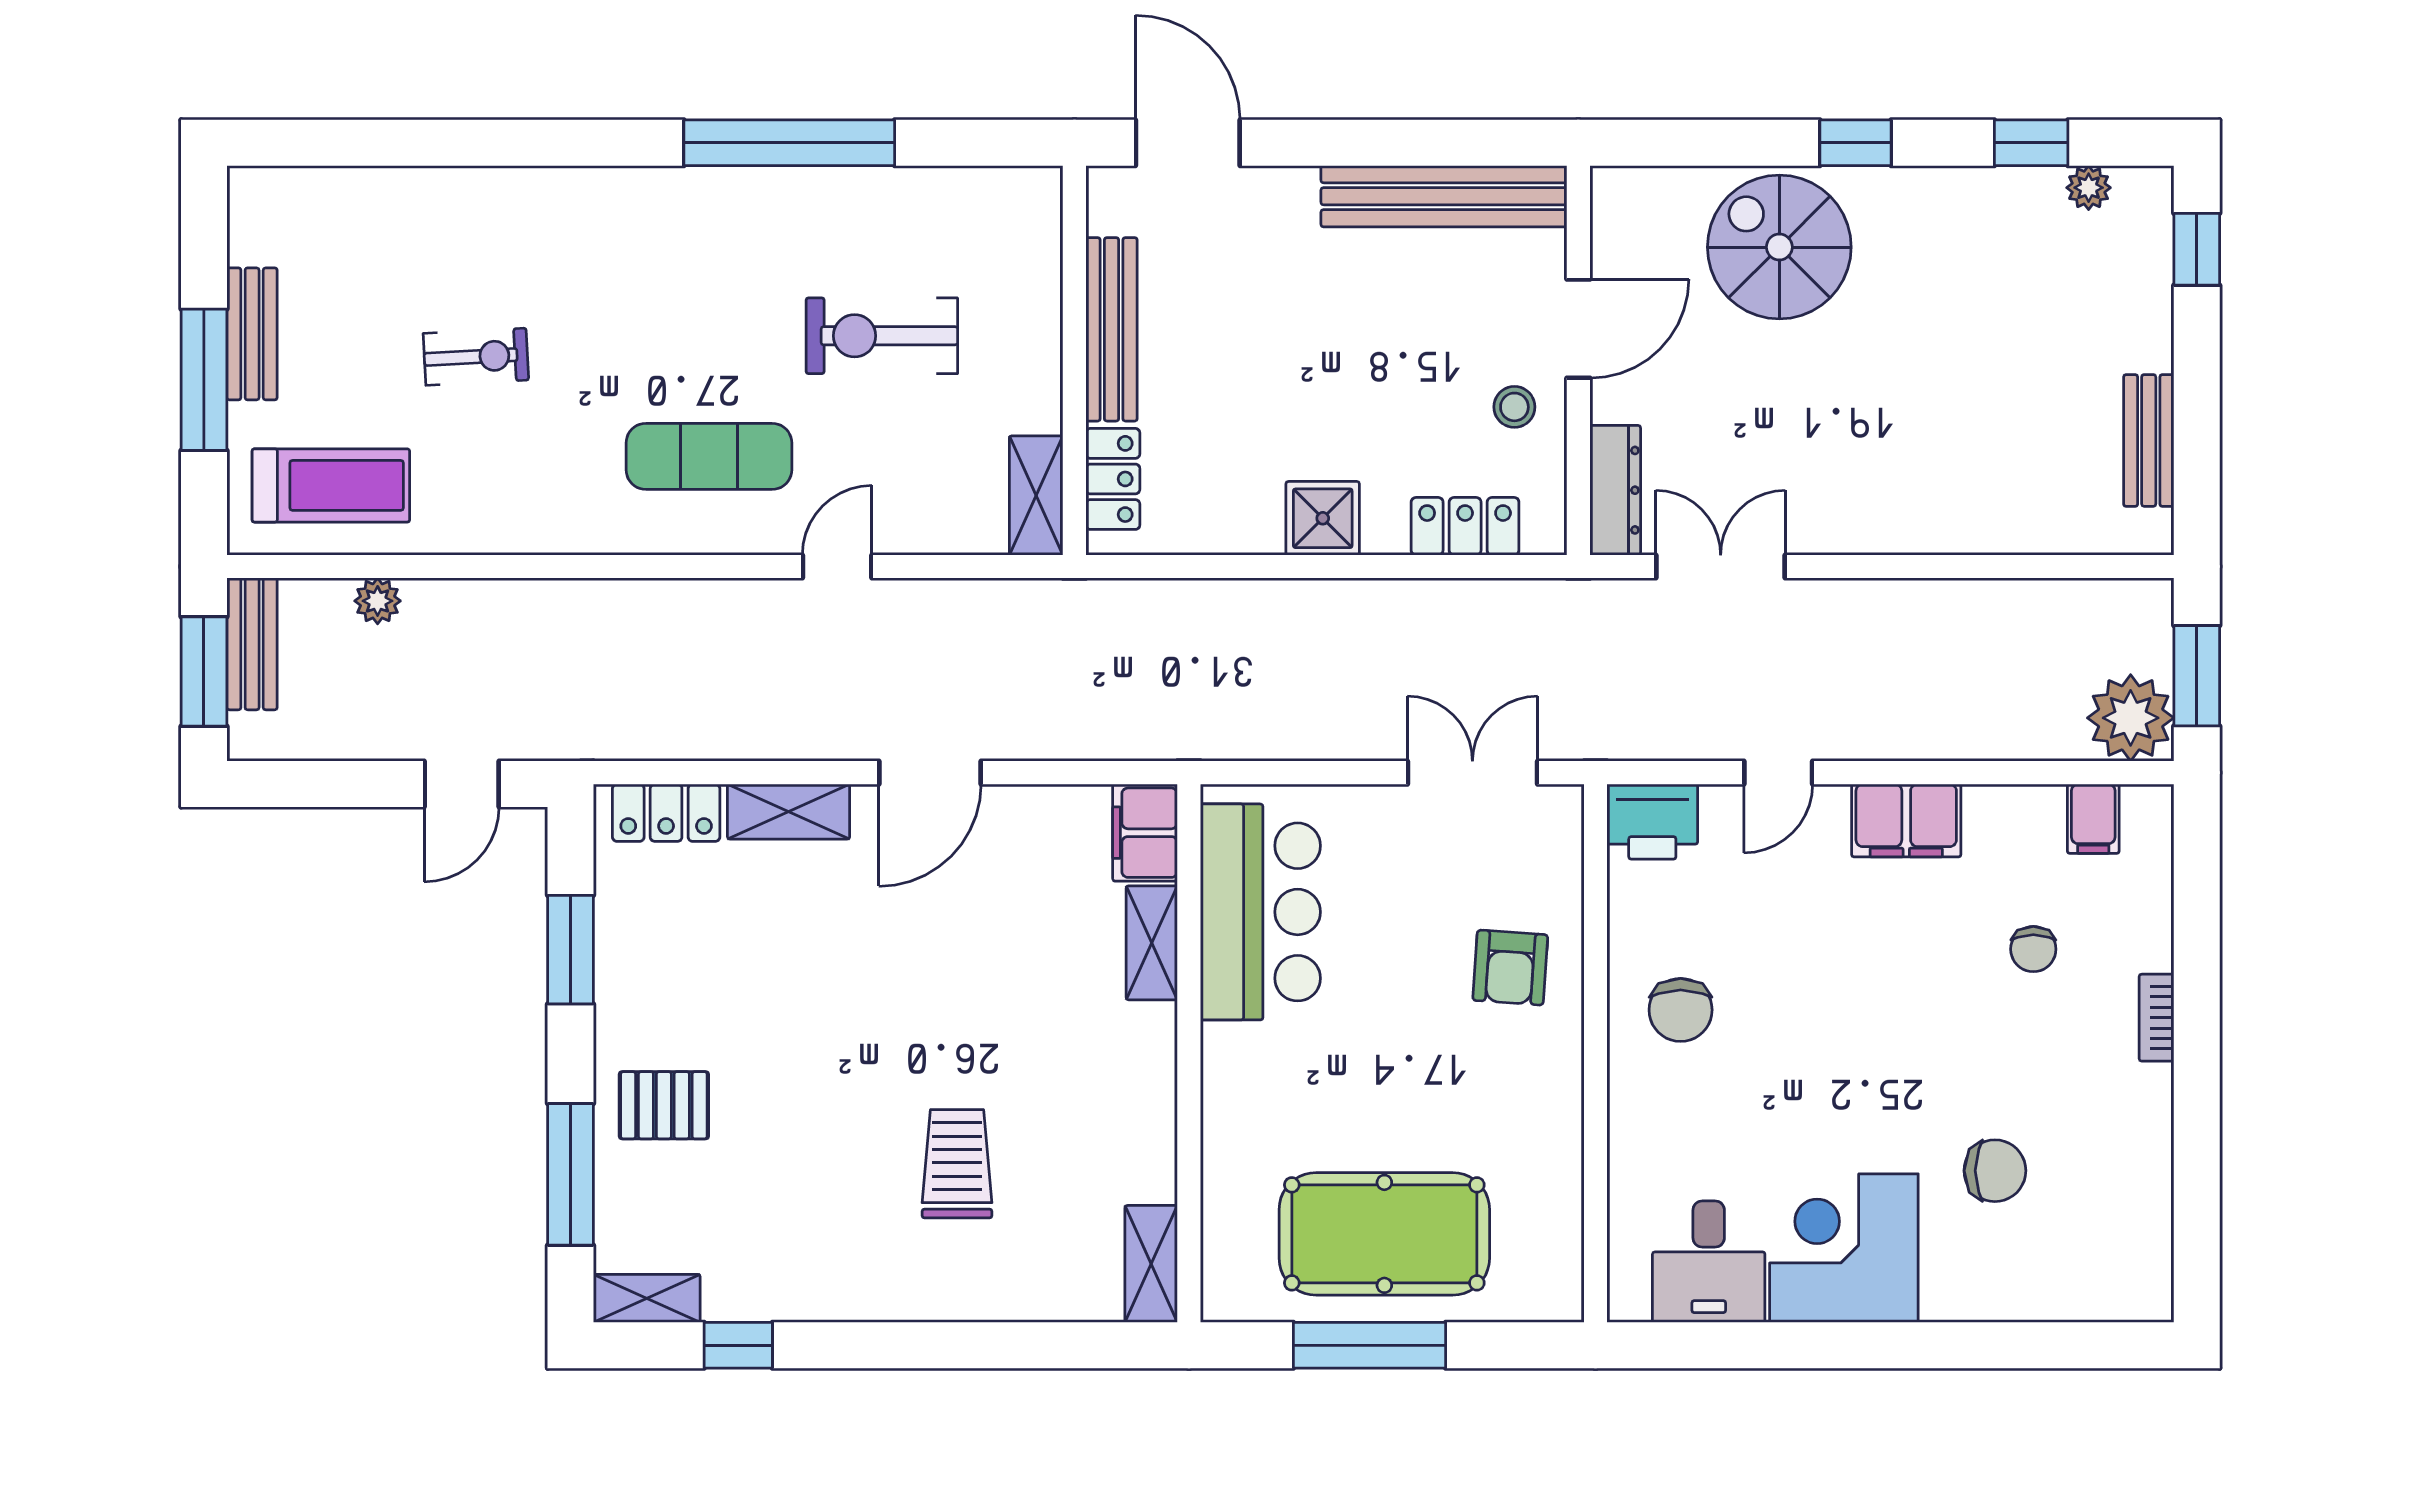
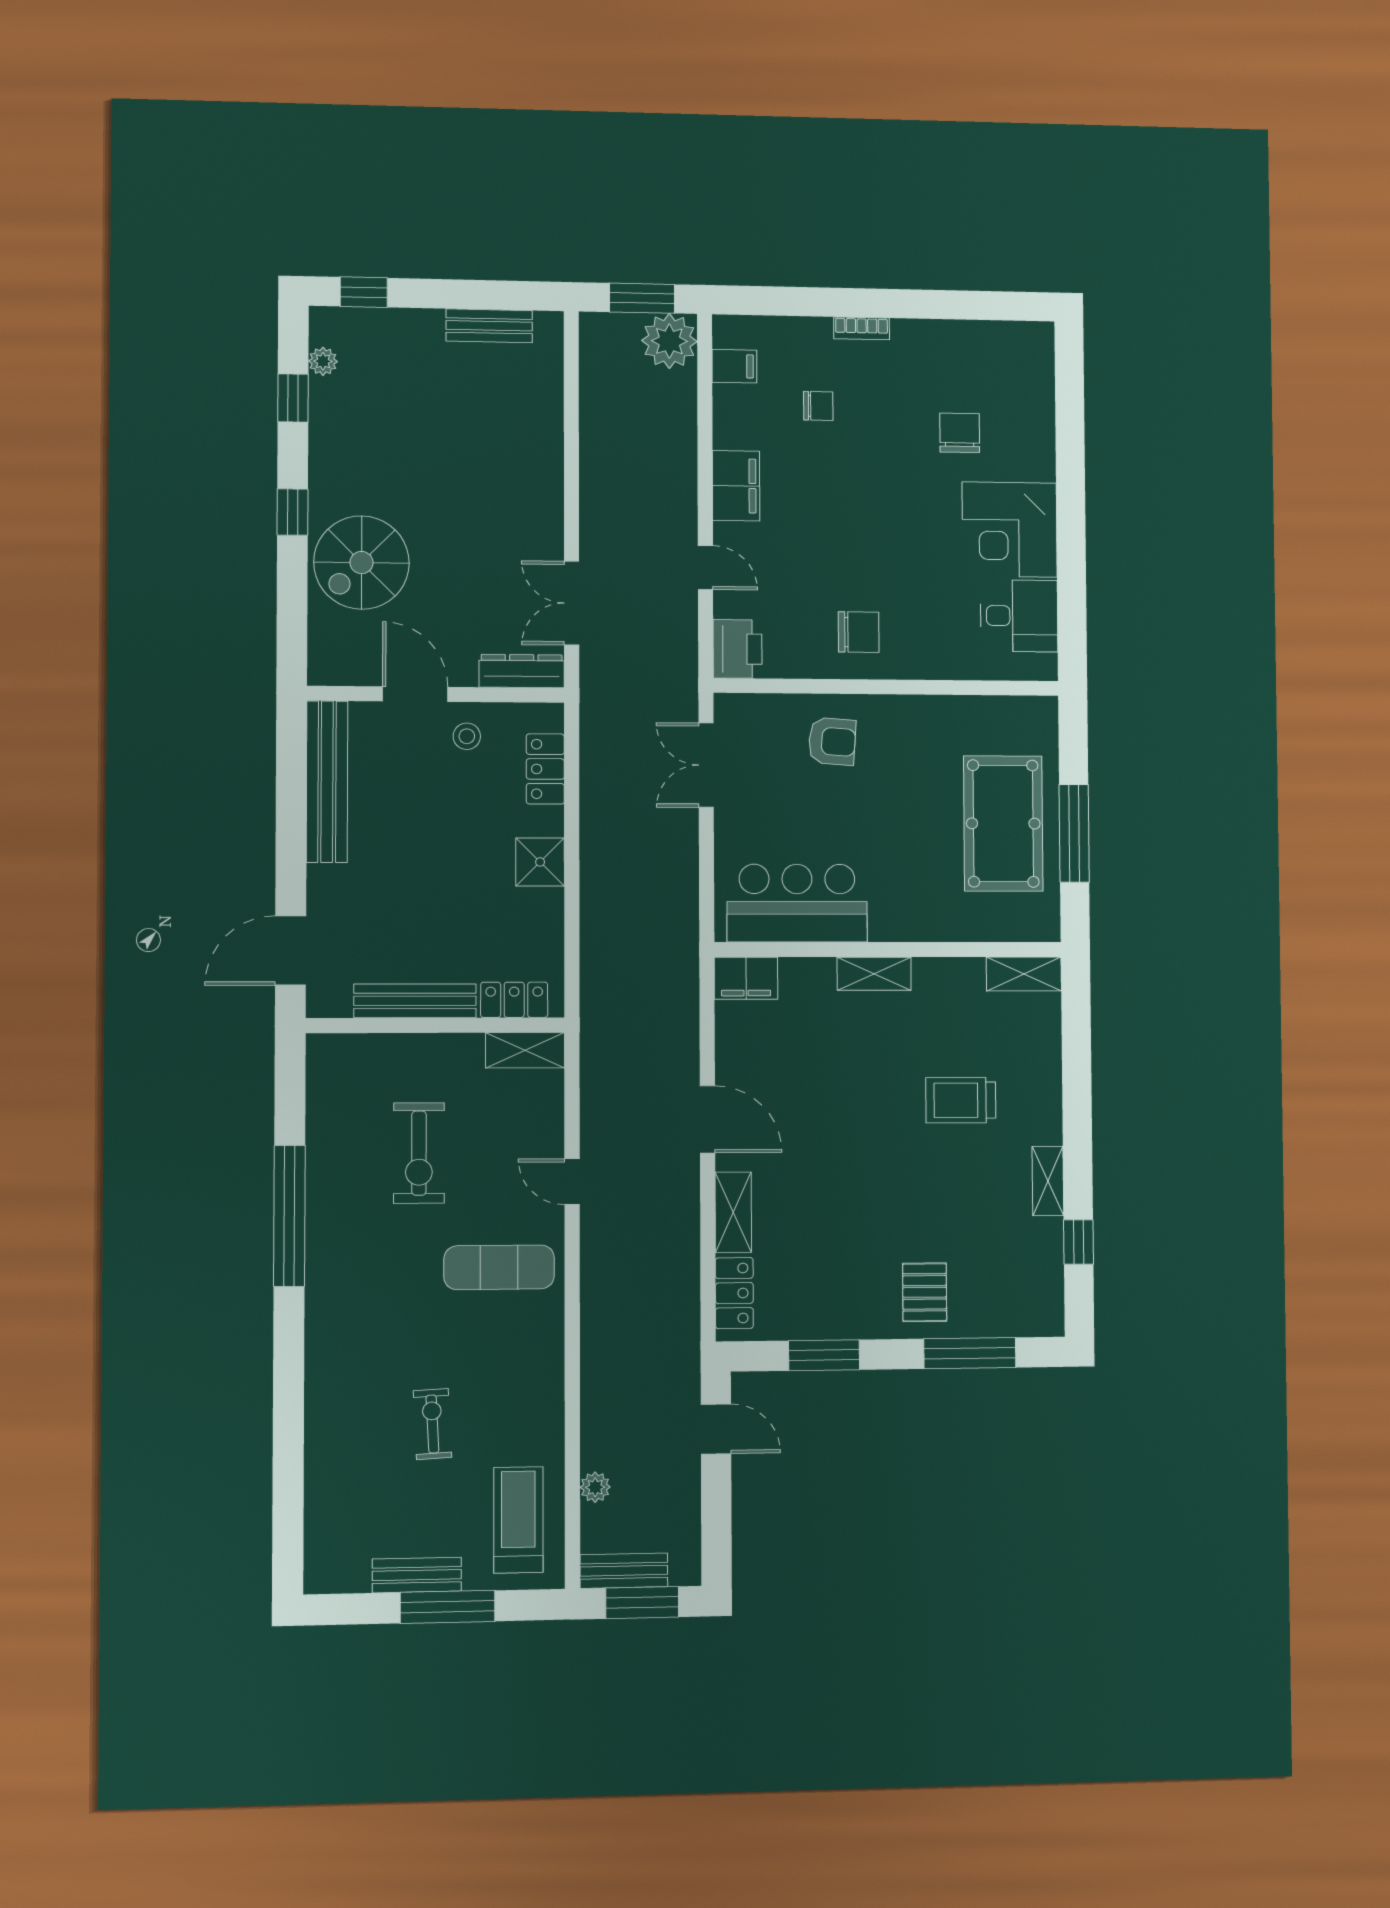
exercise mat: (709, 456) -> (499, 1267), turned 90
shelving: (1152, 943) -> (874, 974), moved
shelving: (647, 1298) -> (1048, 1181), moved

